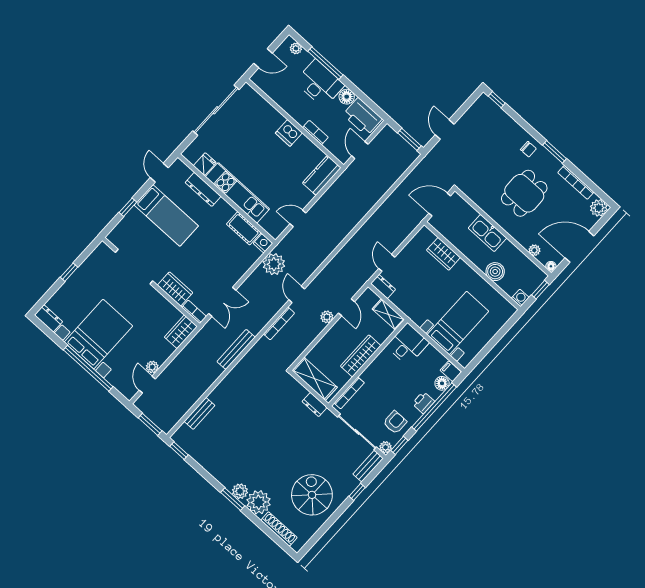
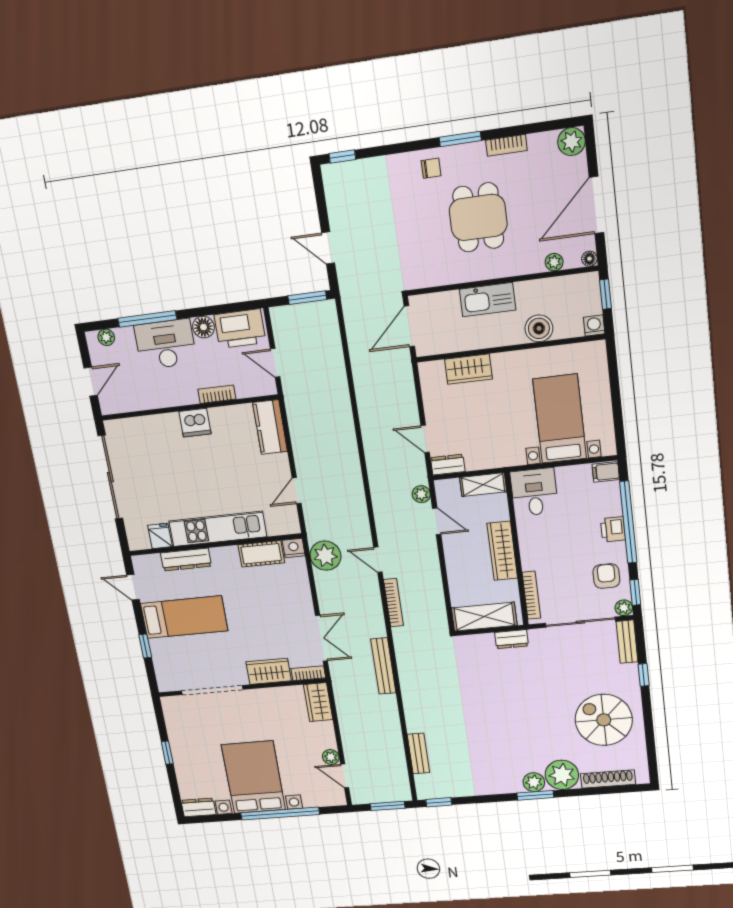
bookcase: (576, 182) -> (506, 145), width x0.64
plant: (327, 317) -> (421, 494), moved
floor lamp: (442, 383) -> (610, 492), removed

